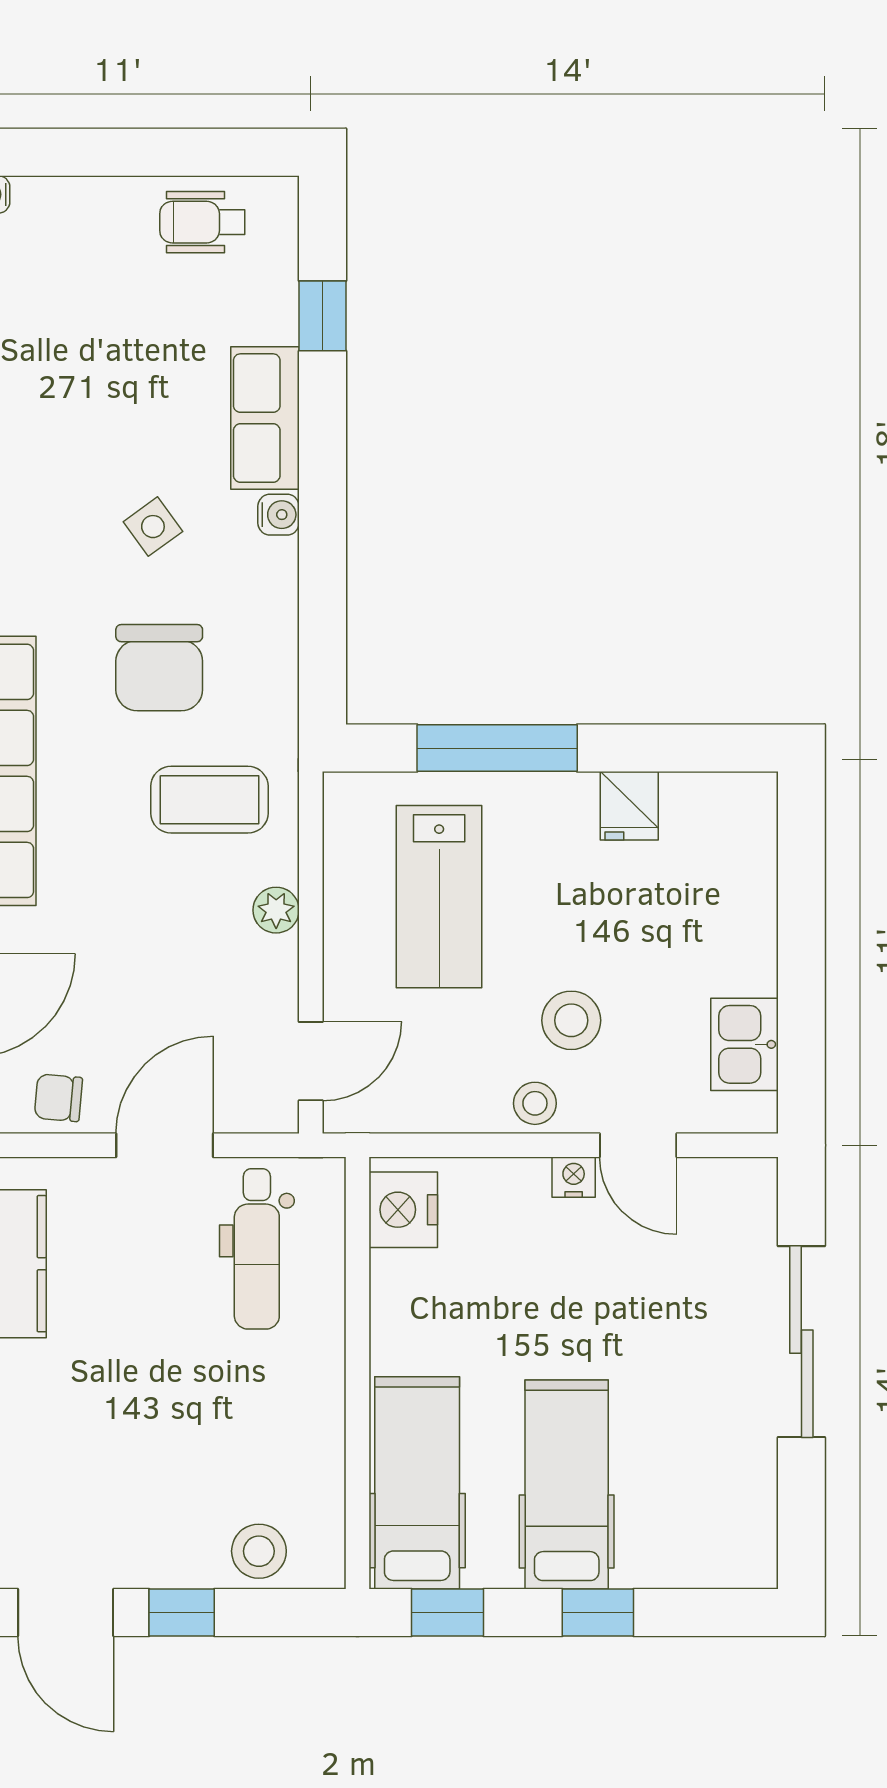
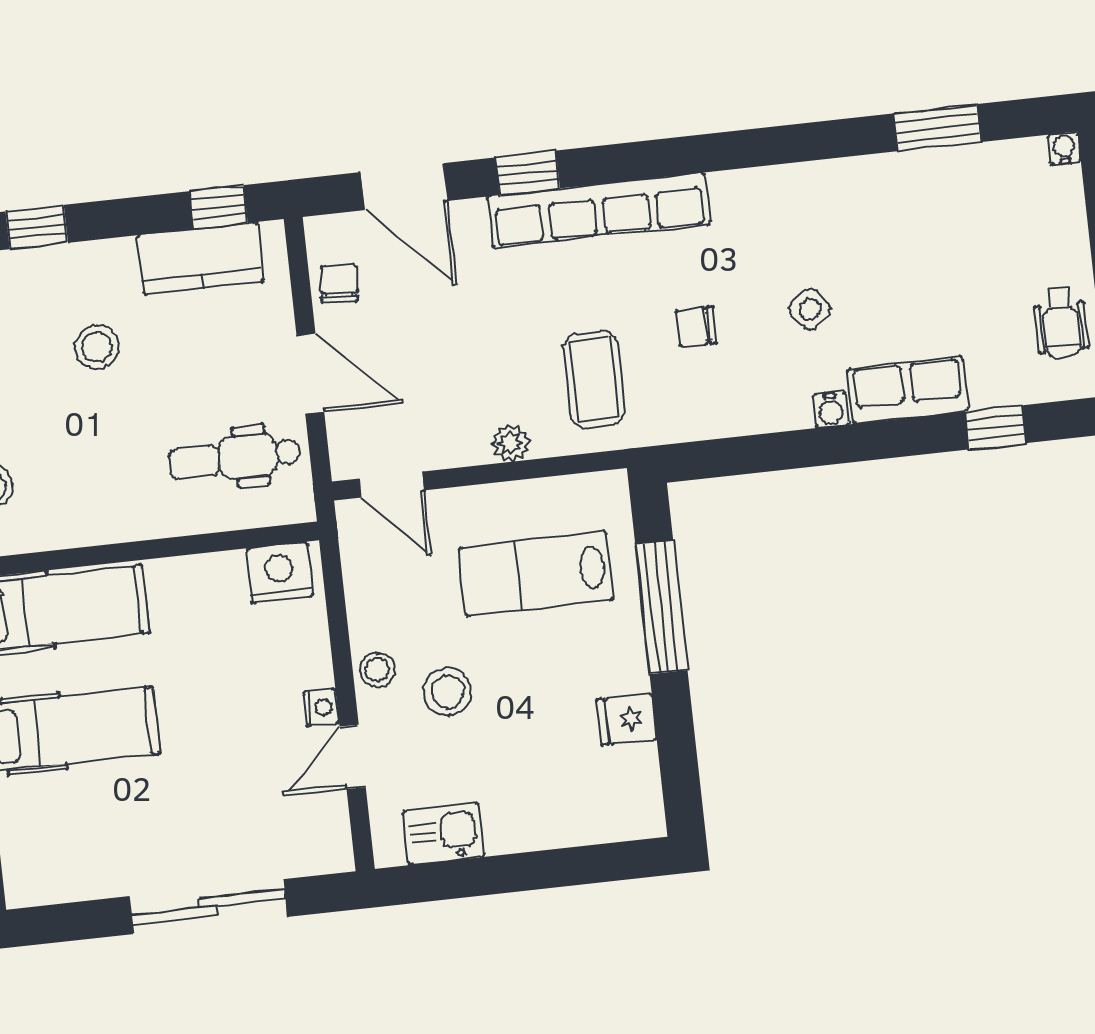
wheelchair: (202, 222) -> (1061, 322), turned 180
chair: (159, 668) -> (696, 327), width x0.54, depth x0.54
stool: (103, 1402) -> (97, 347), added

